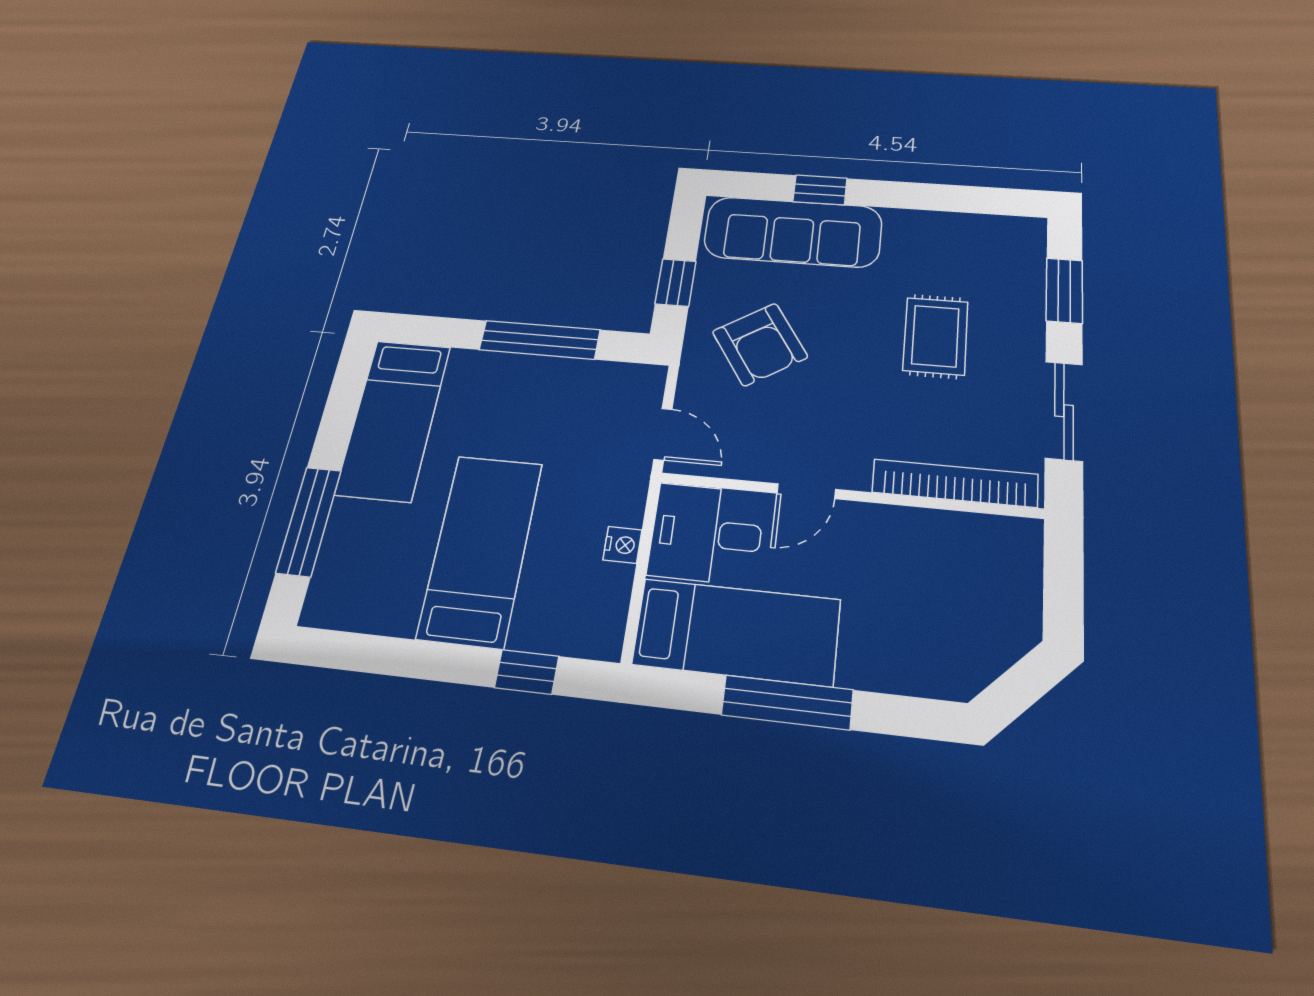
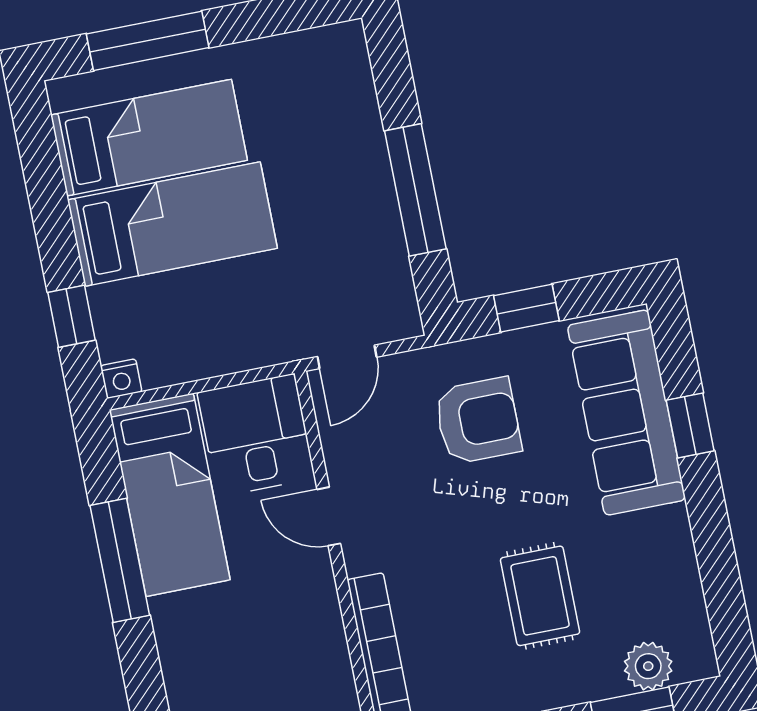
plant: (1024, 269) -> (648, 666), added
rug: (935, 336) -> (540, 596), turned 90
armchair: (760, 344) -> (478, 421), turned -147
bed: (394, 419) -> (149, 138), moved, turned 180
nightstand: (622, 545) -> (121, 379), moved

